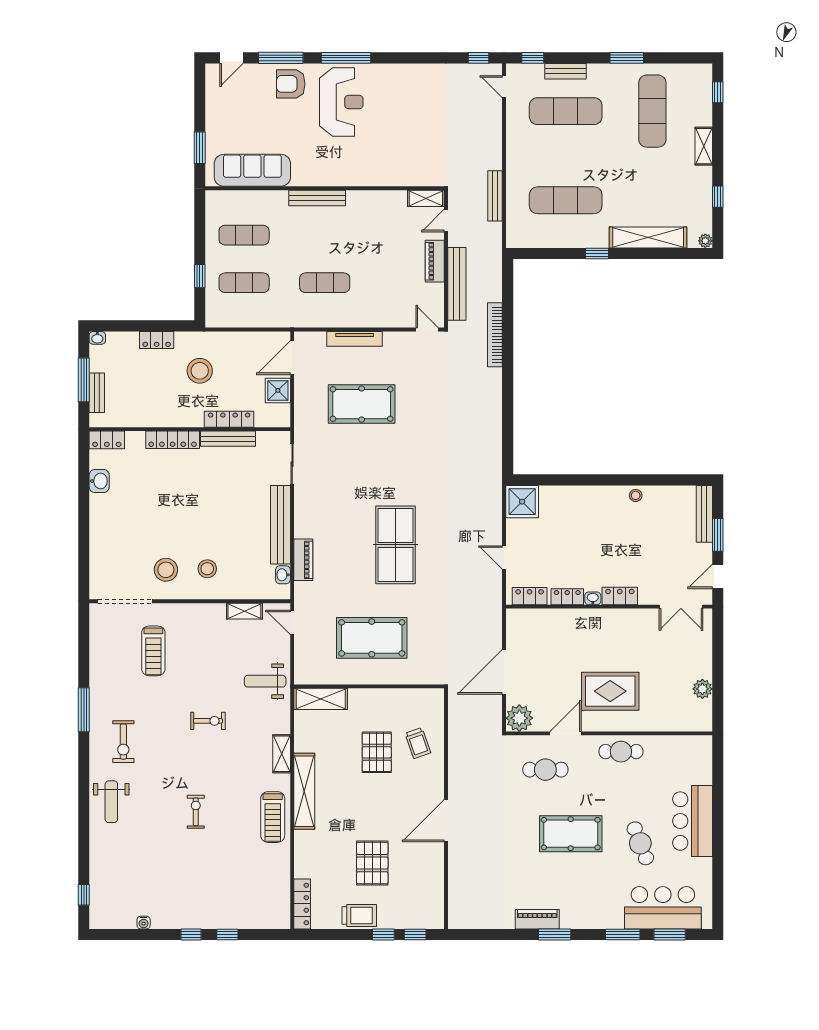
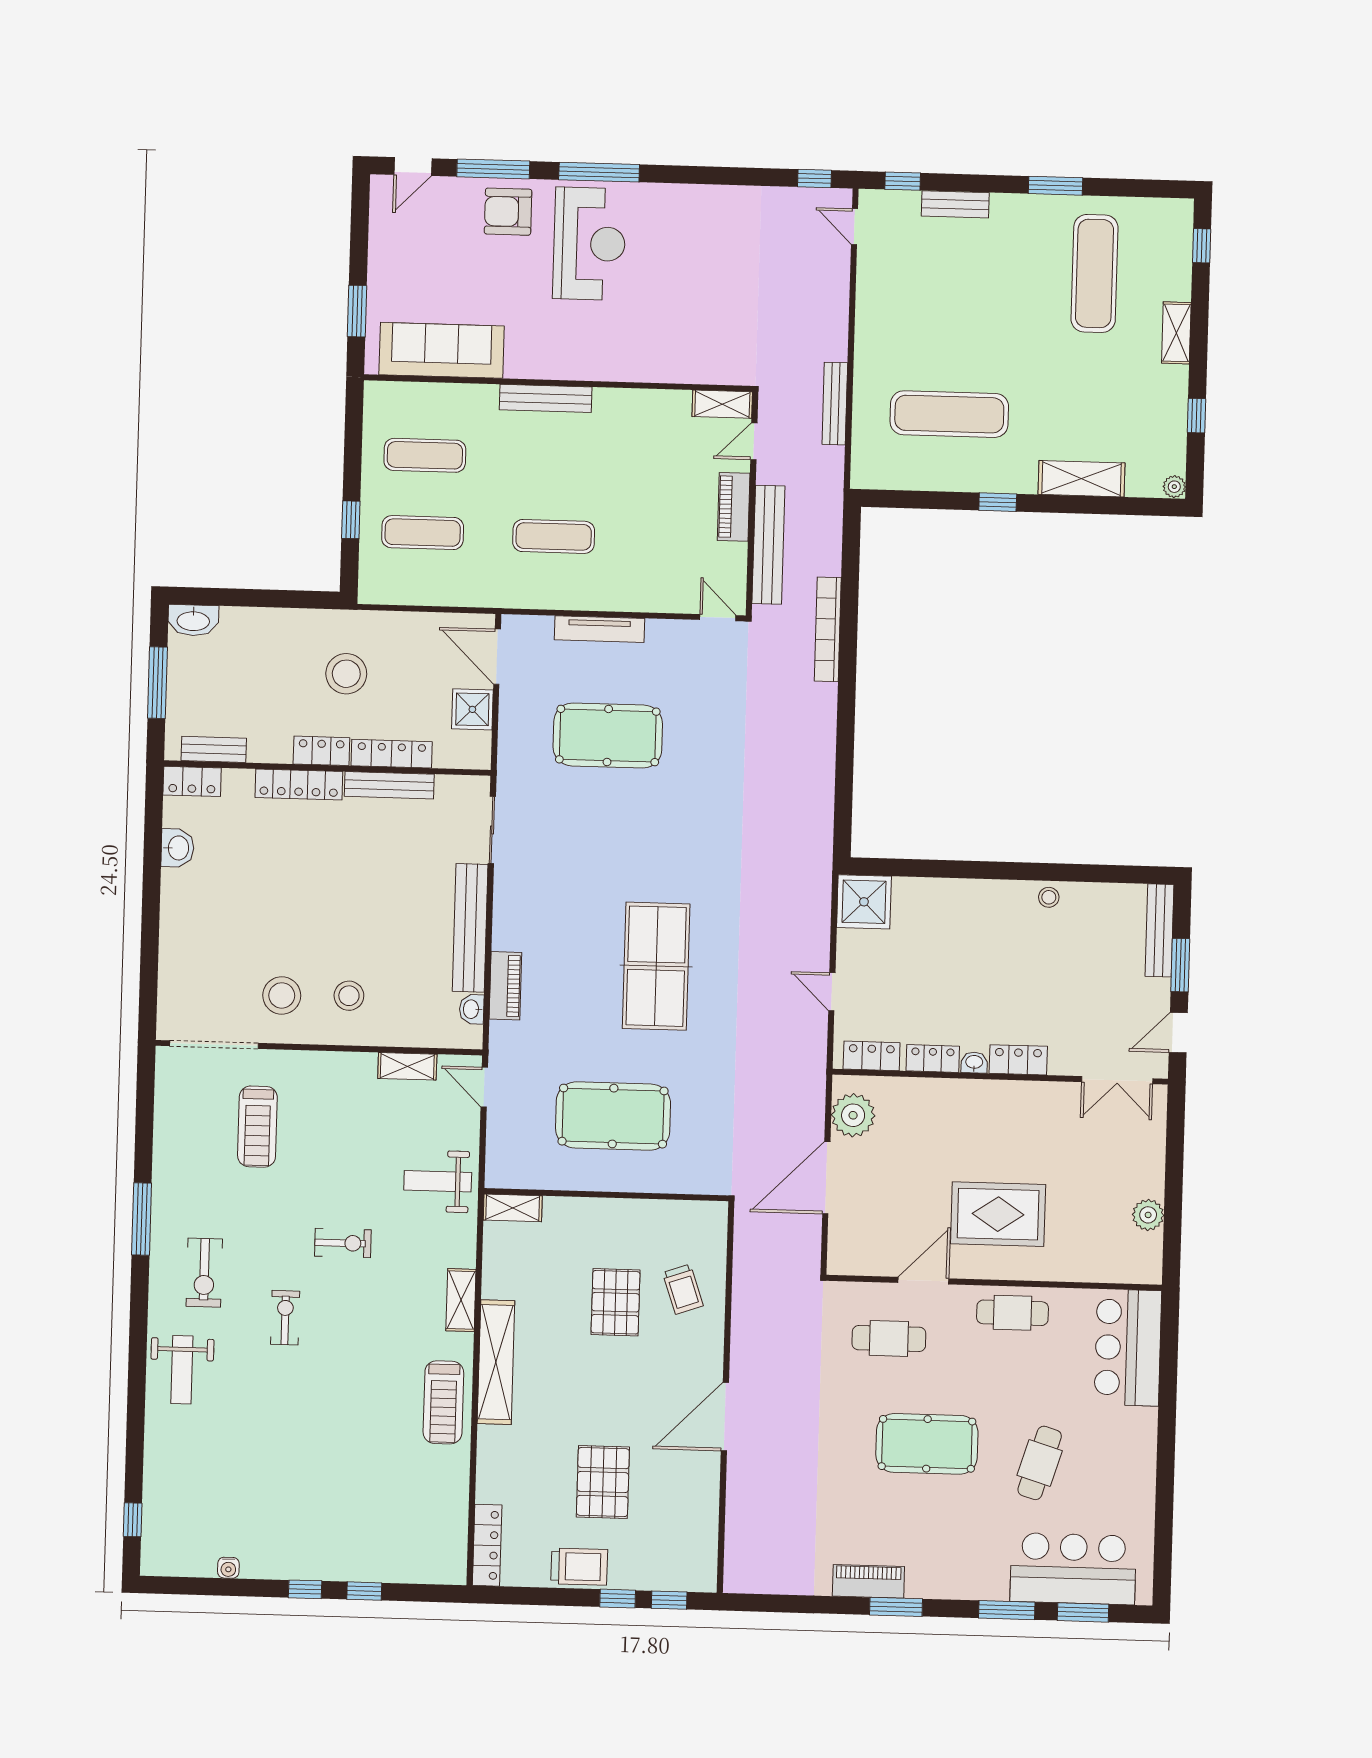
exercise mat: (566, 111) -> (954, 269), removed
shelving: (648, 238) -> (1081, 479), width x0.68
washbasin: (97, 338) -> (193, 620), width x1.91, depth x1.45
locker: (157, 340) -> (321, 751), moved, turned 180
door: (292, 358) -> (497, 657), hinge flipped
bench: (97, 393) -> (214, 749), moved, turned 90
shelving: (321, 699) -> (513, 1208), width x0.67, depth x0.75
plant: (519, 718) -> (853, 1115), moved
exercise bike: (196, 812) -> (285, 1318), moved
bar counter: (692, 821) -> (1128, 1348), moved
cafe table: (640, 843) -> (1040, 1463), turned 38

